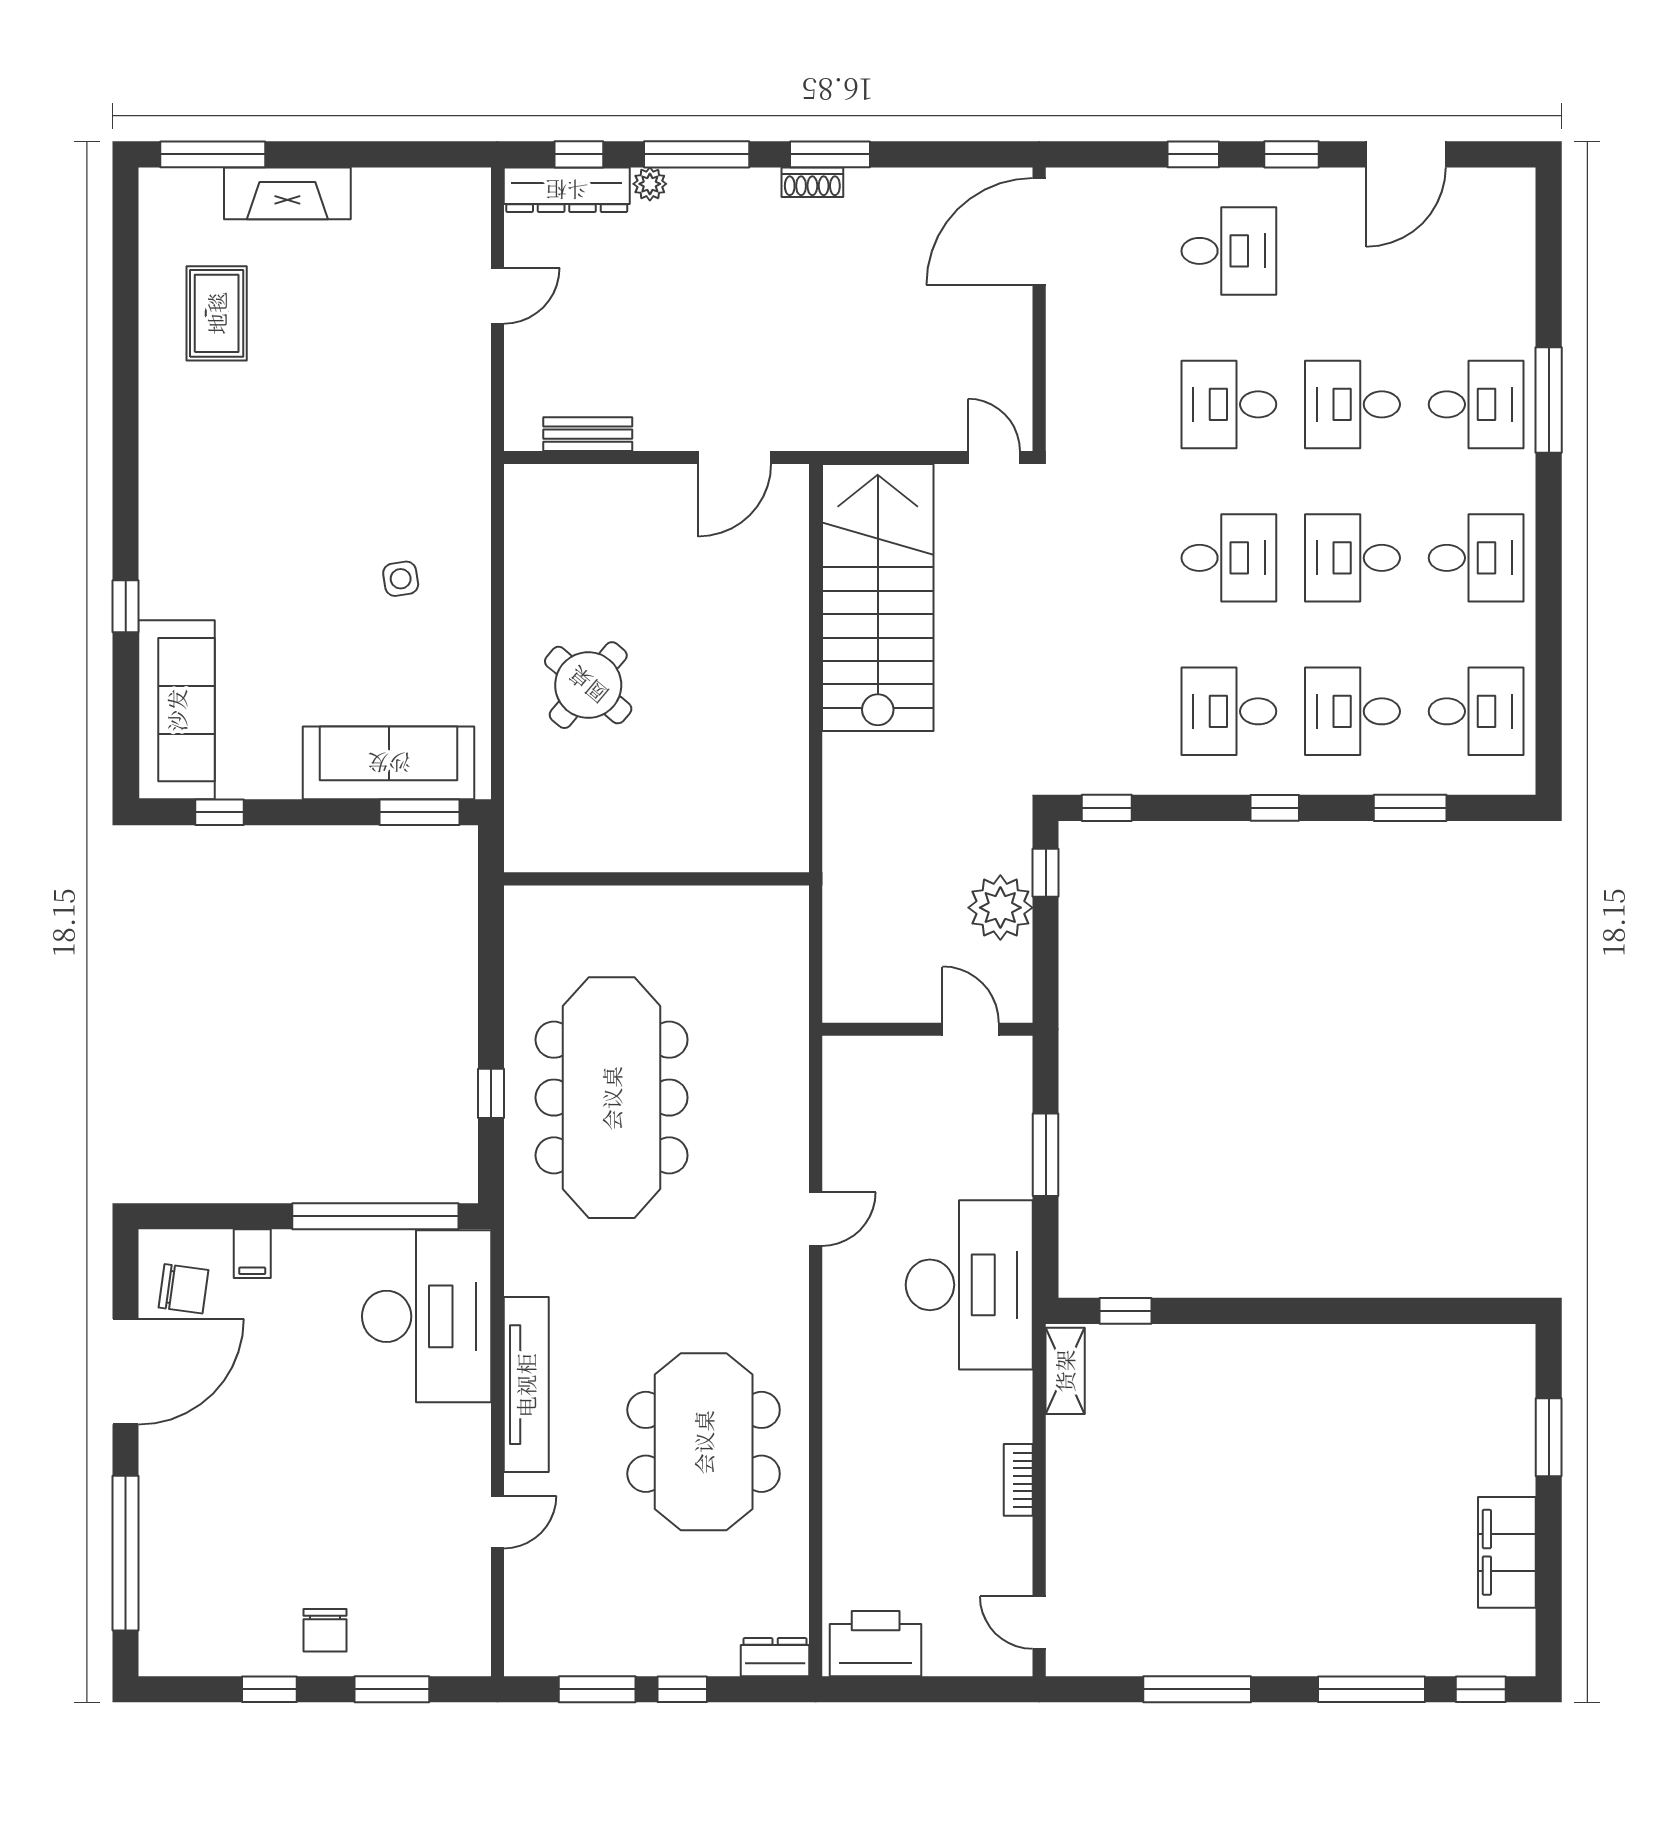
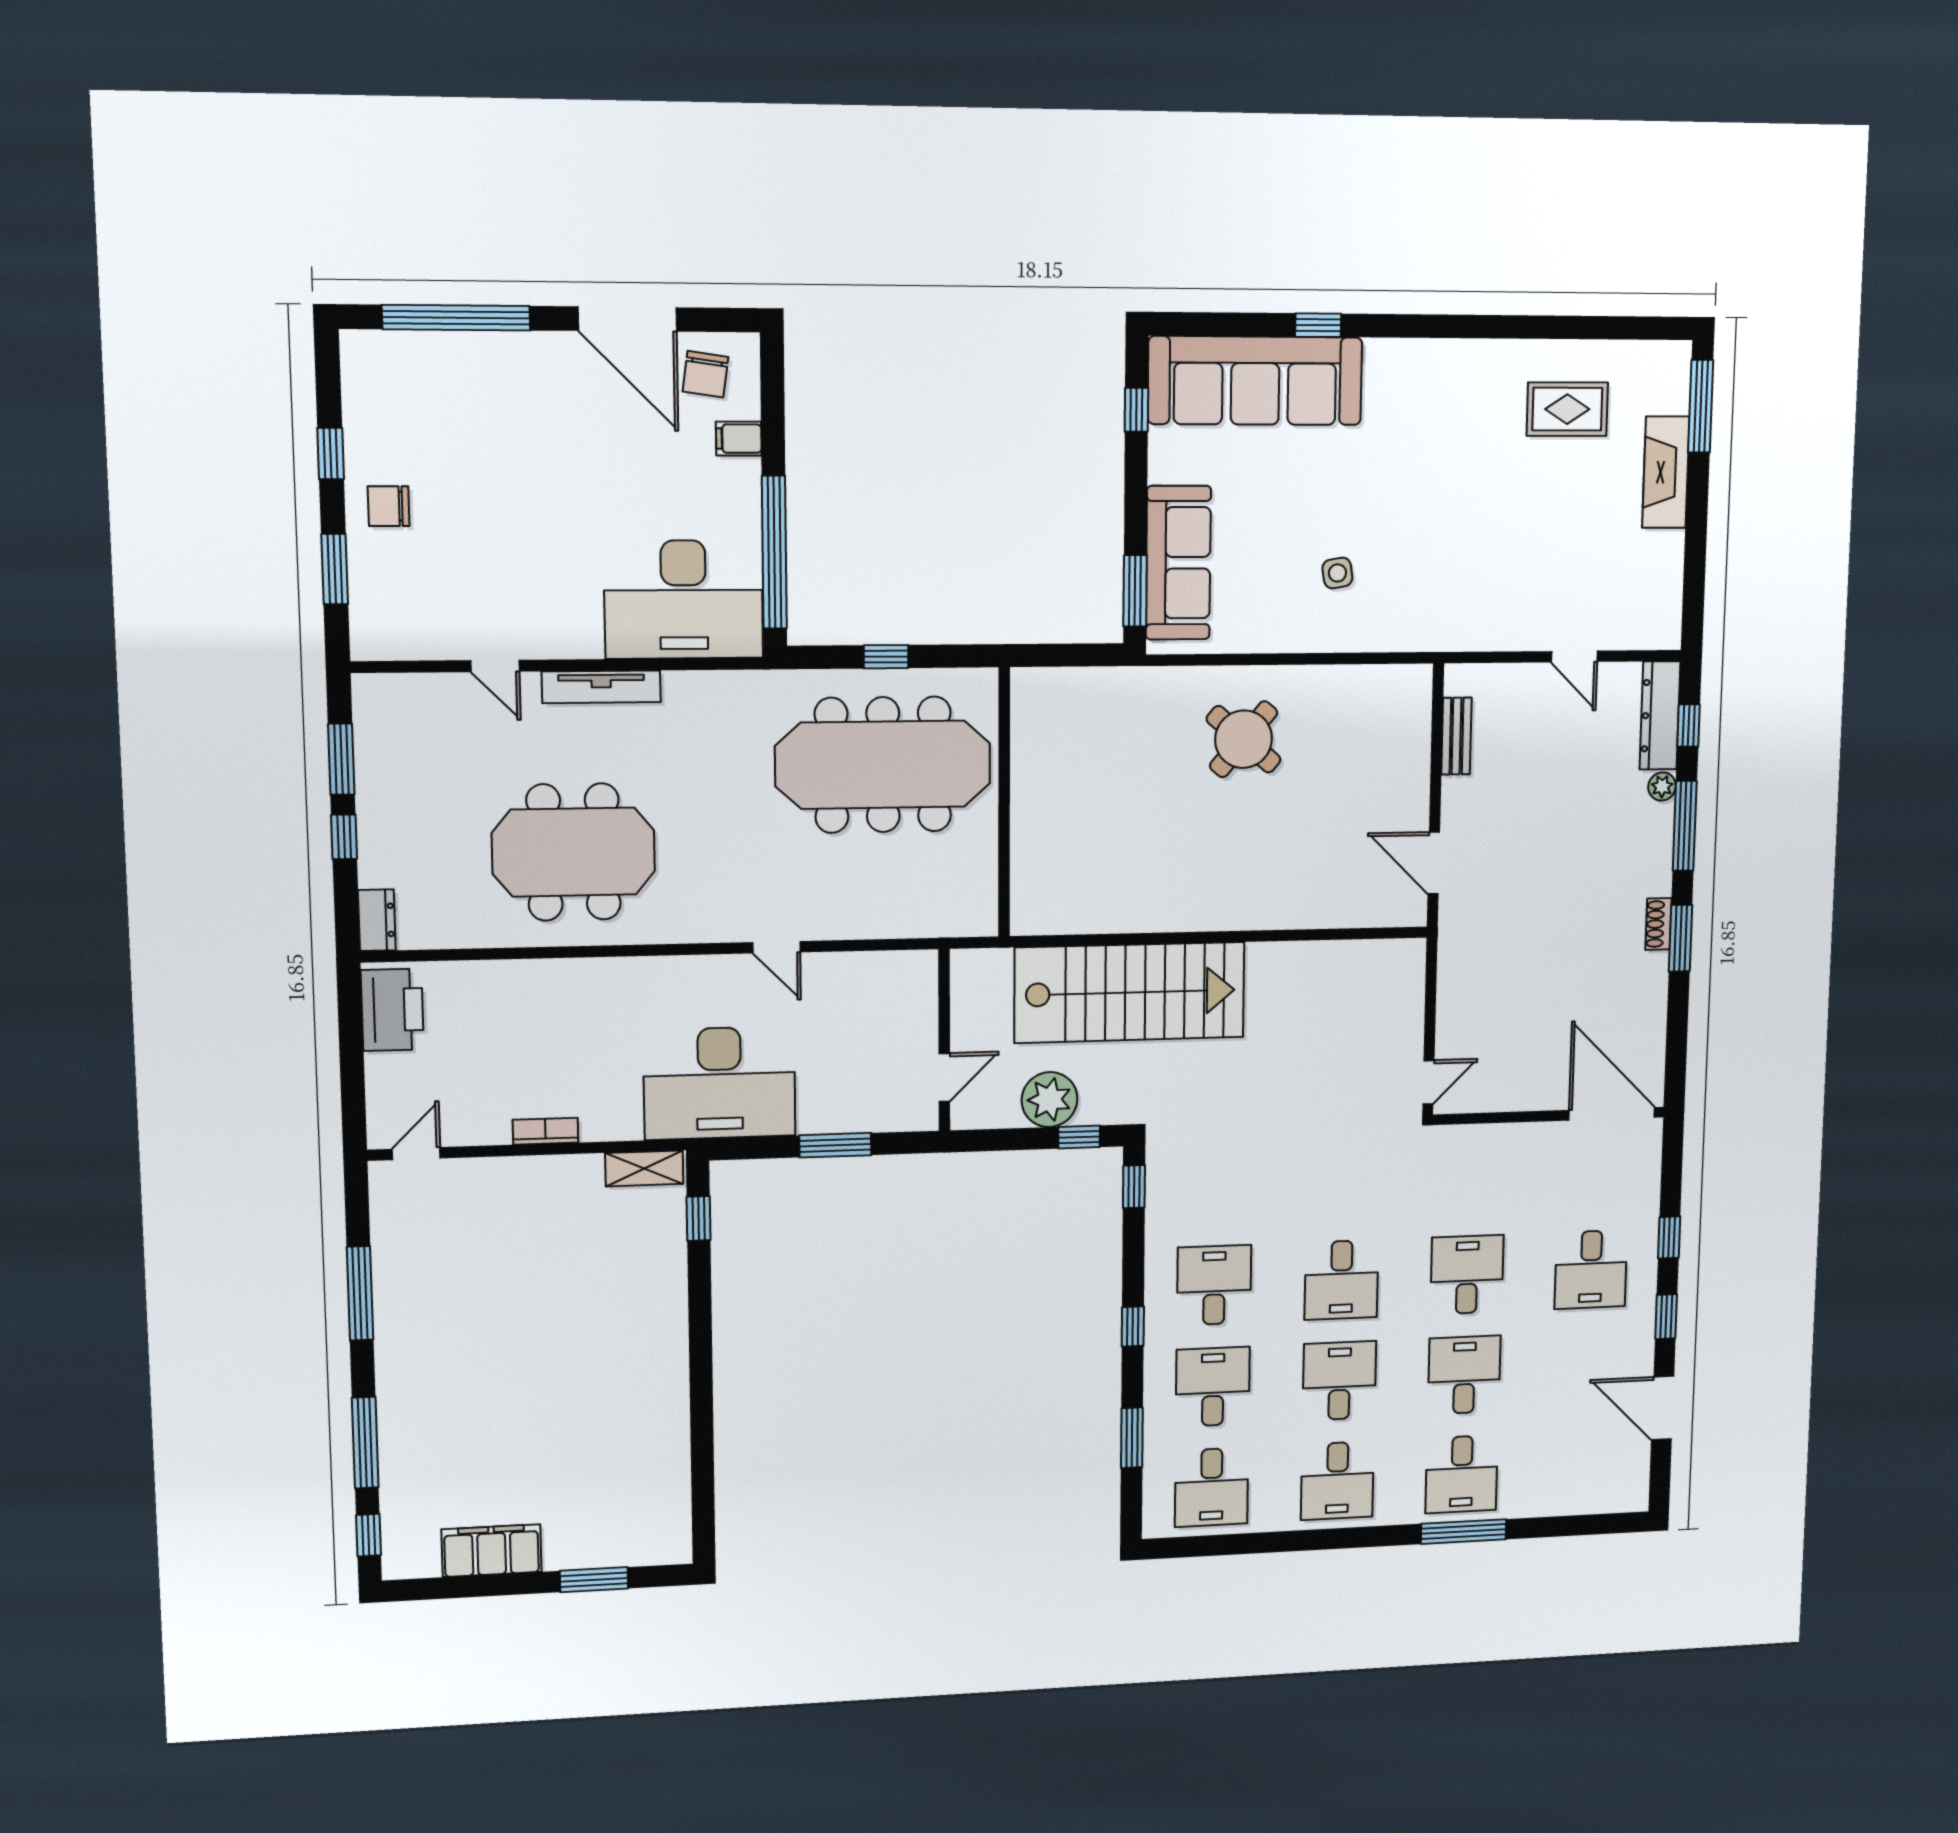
stairs: (878, 598) -> (1130, 992), moved
sofa: (177, 710) -> (1255, 381), width x1.36, depth x1.27
wall: (657, 879) -> (1004, 803), moved
tv unit: (526, 1385) -> (601, 687), width x0.73, depth x0.78

